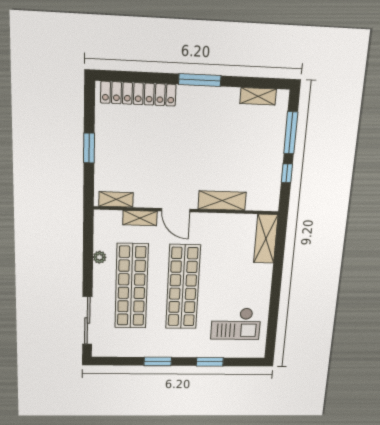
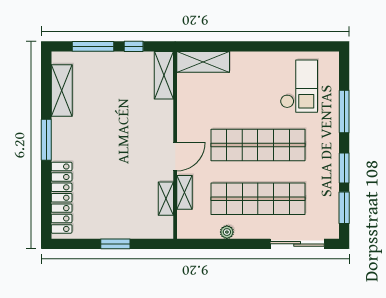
shelving: (258, 96) -> (62, 90), width x1.50, depth x1.33
shelving: (116, 199) -> (166, 199), moved
shelving: (222, 201) -> (164, 75), moved
window: (121, 361) -> (344, 208), added
window: (210, 362) -> (344, 112), width x1.44

